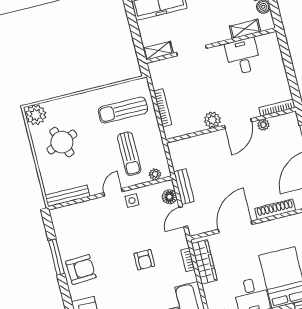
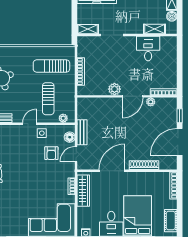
armchair: (144, 260) -> (51, 153), moved

